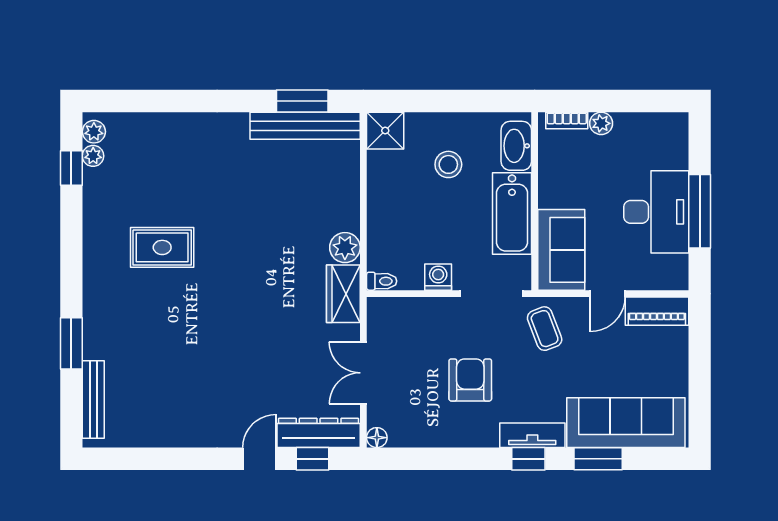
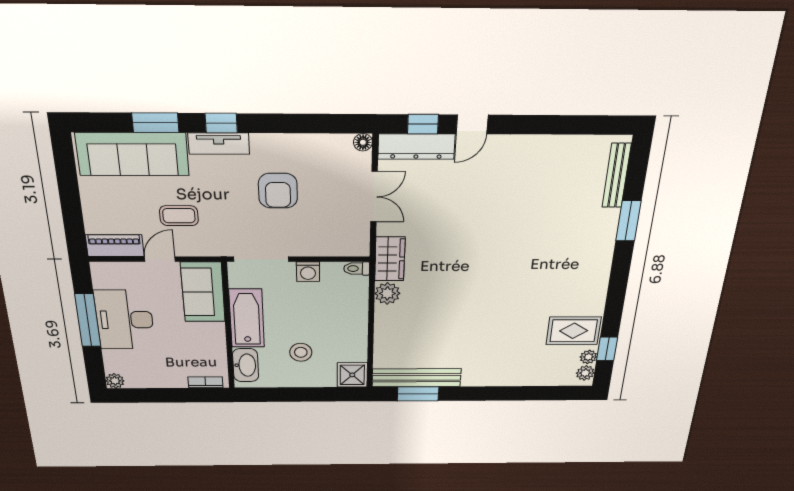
plant: (601, 123) -> (115, 381), moved
rug: (162, 247) -> (574, 331), moved
coffee table: (545, 329) -> (179, 216), moved, turned -69

